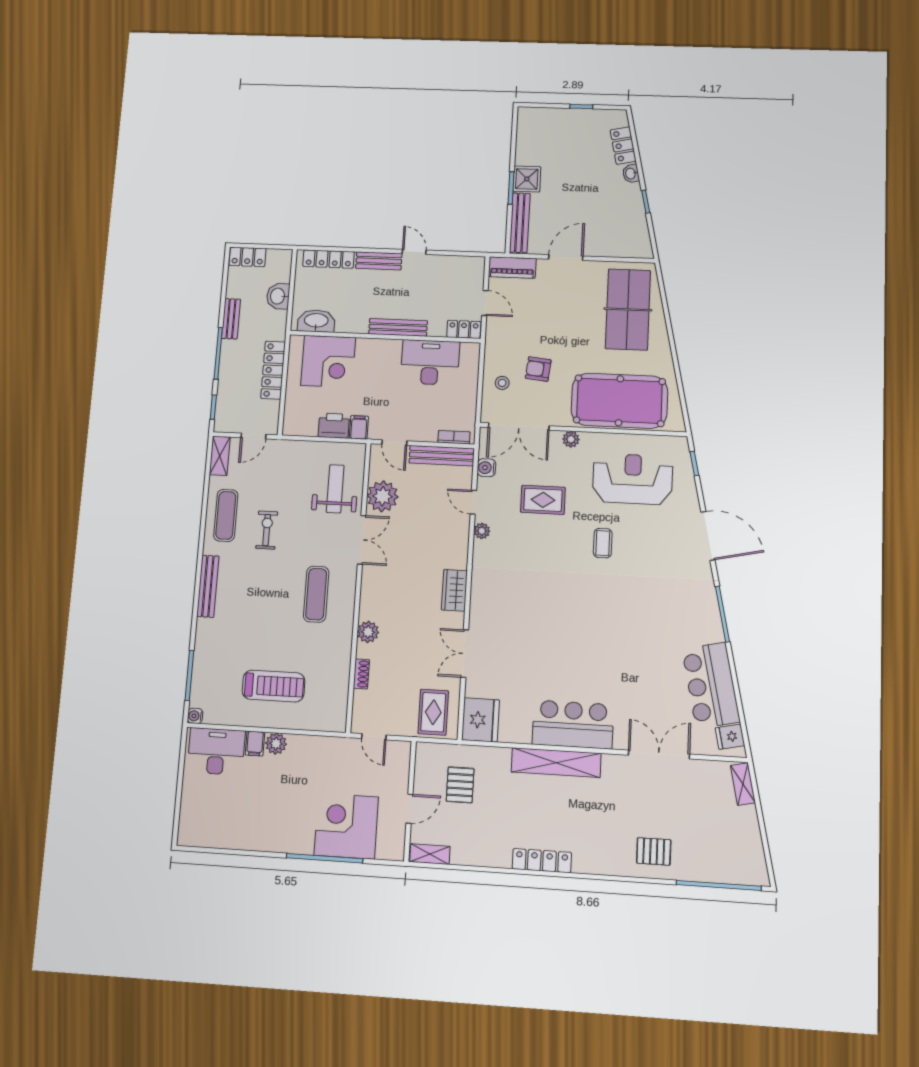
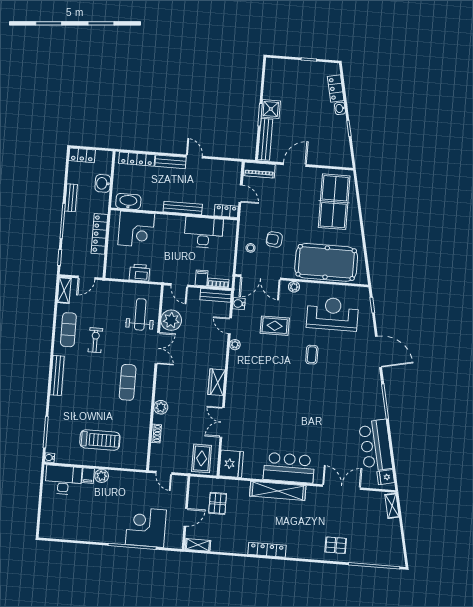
filing cabinet: (359, 427) -> (202, 278), moved
bench: (442, 456) -> (216, 295), width x0.73

